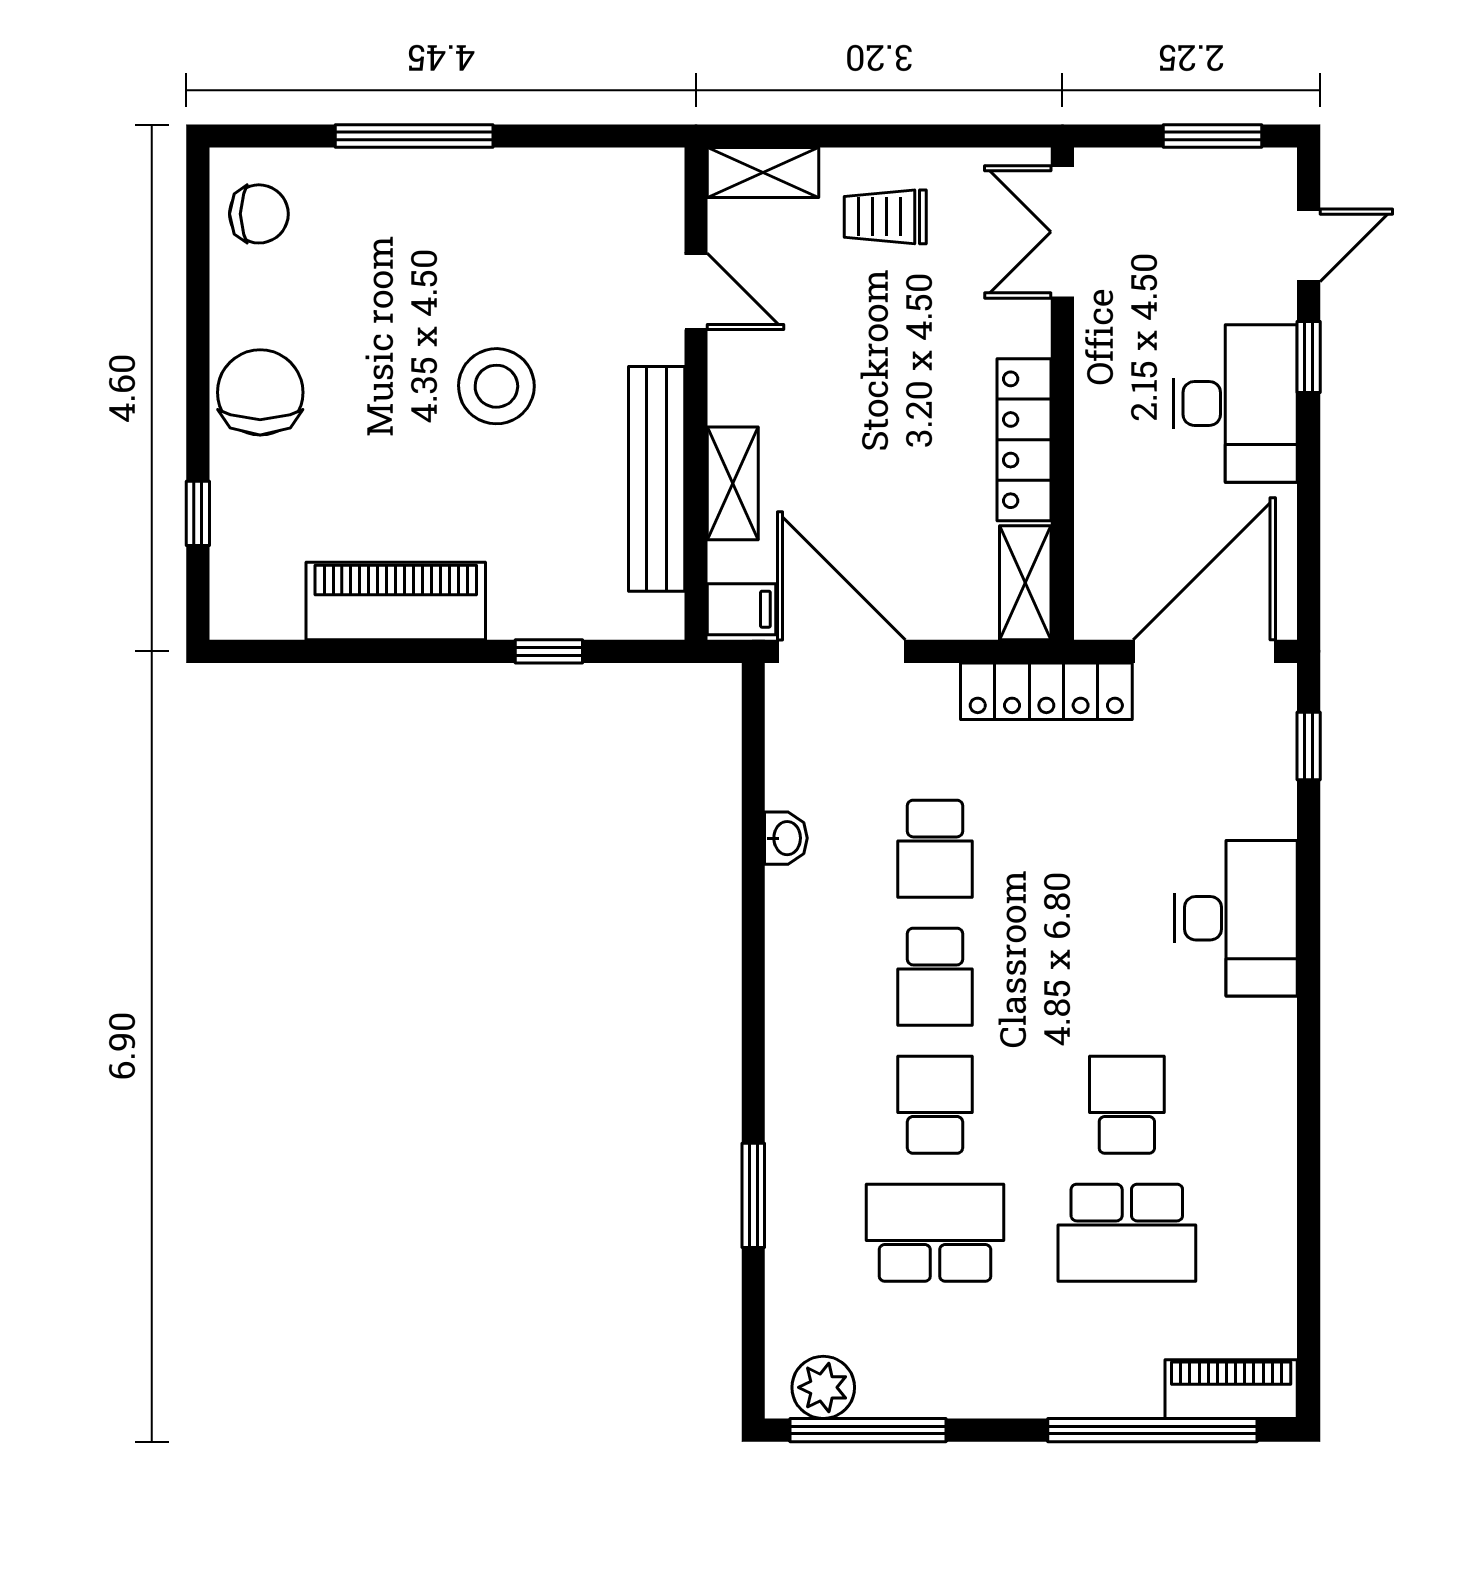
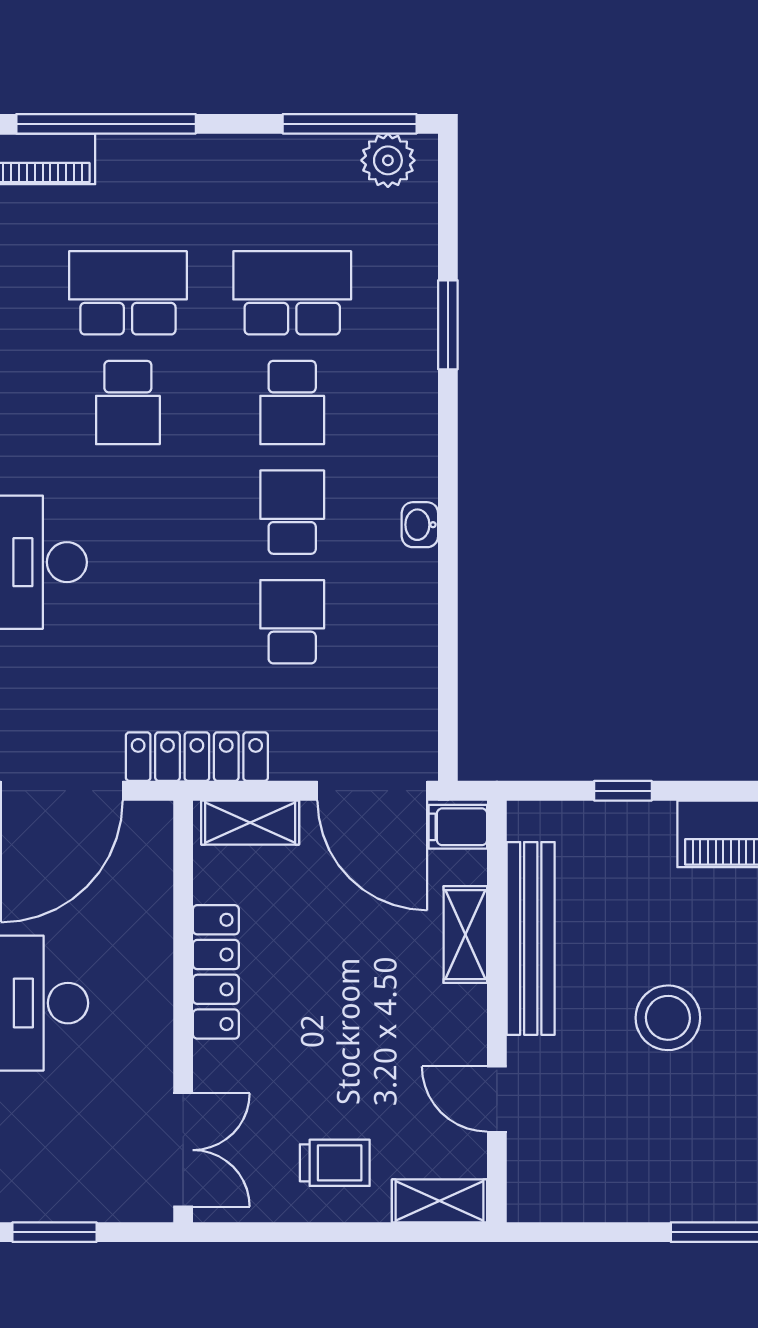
shelving: (1025, 583) -> (250, 823), moved, turned 90
washbasin: (786, 838) -> (420, 525), moved
school desk: (935, 1233) -> (292, 293), turned 180

